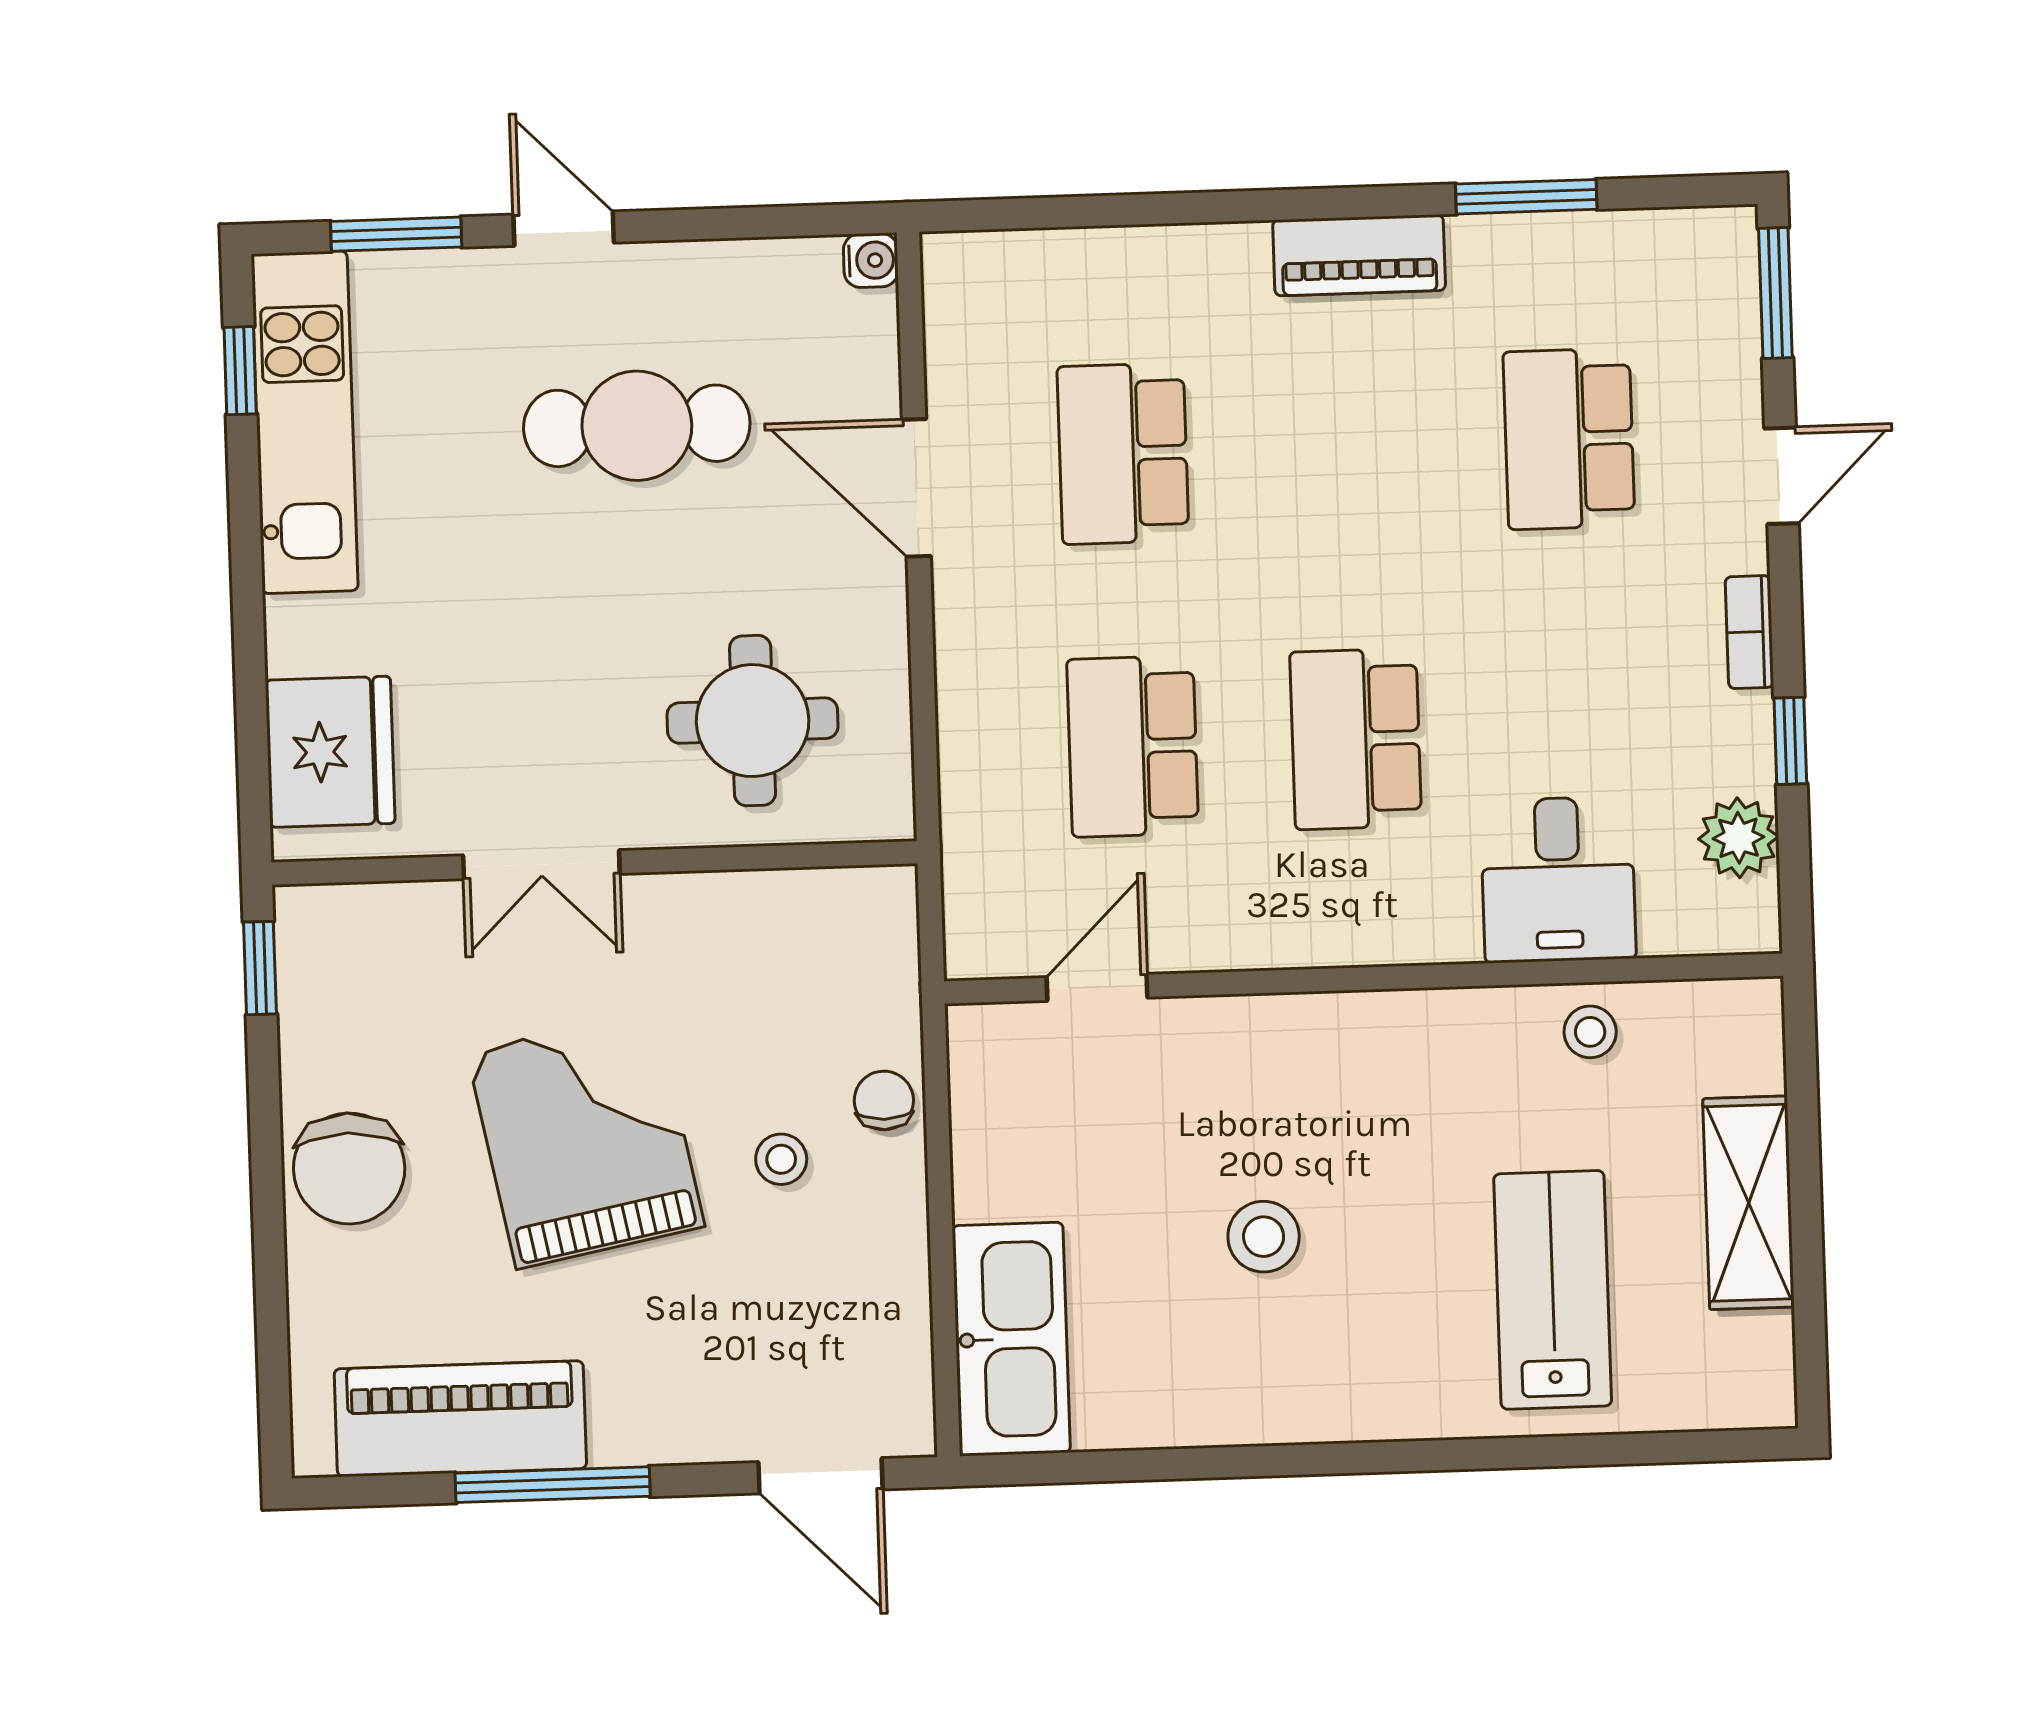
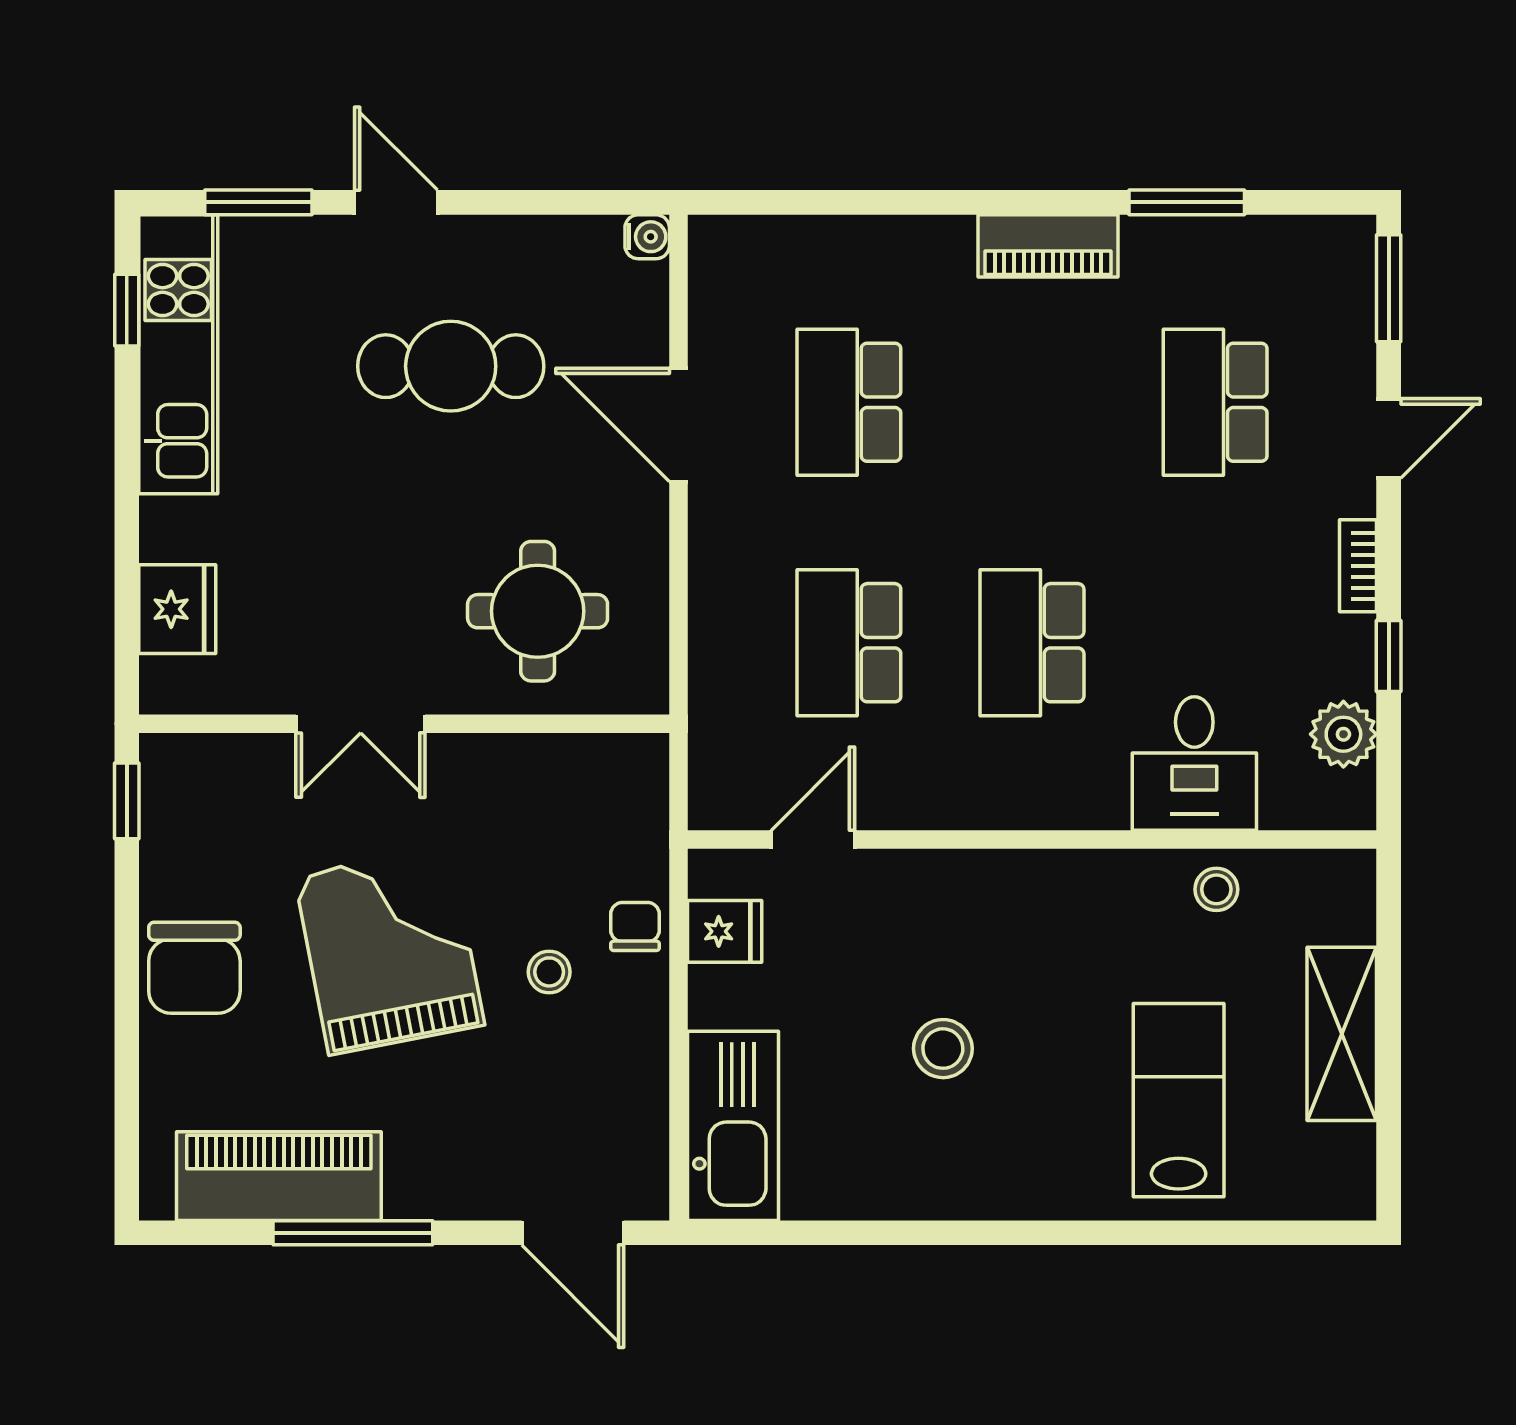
fridge: (330, 752) -> (177, 609), width x0.73, depth x0.75
fridge: (993, 1103) -> (725, 931), added

